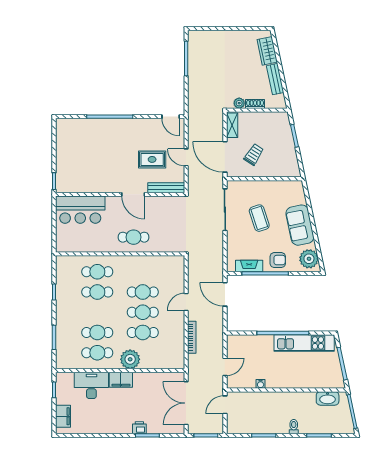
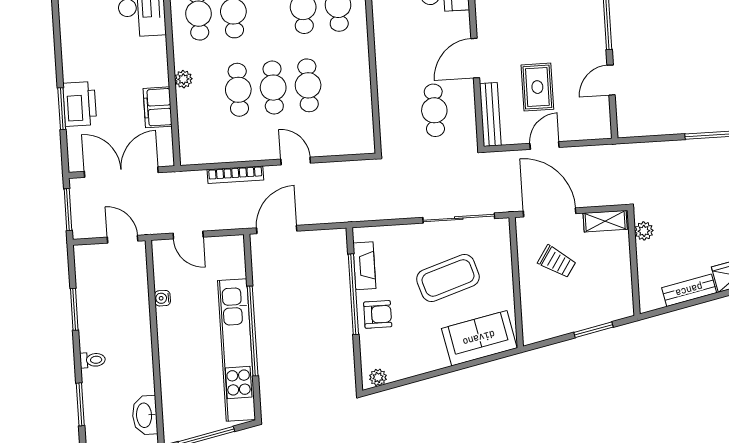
shoe rack: (255, 104) -> (644, 258), removed
door: (171, 117) -> (611, 80), moved
door: (225, 157) -> (550, 212), hinge flipped
coffee table: (259, 218) -> (448, 278), width x1.36, depth x1.32
sofa: (300, 225) -> (479, 338), moved
cafe table: (134, 237) -> (434, 110), moved
plant: (309, 259) -> (378, 377), width x0.53, depth x0.53
armchair: (278, 260) -> (378, 314), turned -90
door: (225, 294) -> (277, 230), moved
kitchen unit: (304, 343) -> (237, 350), width x1.36
plant: (130, 359) -> (183, 79), width x0.53, depth x0.53
filing cabinet: (121, 380) -> (158, 107), moved
printer: (139, 428) -> (80, 104), width x1.87, depth x1.48

